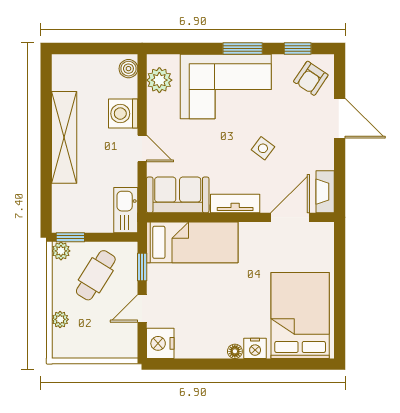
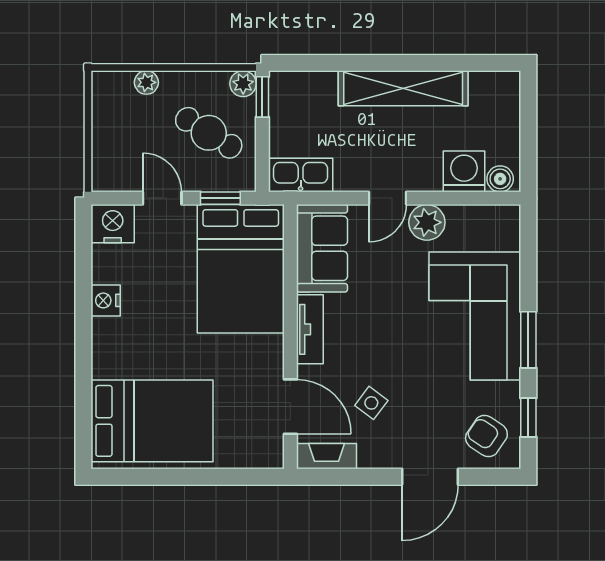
plant: (159, 80) -> (427, 222), moved
washing machine: (123, 114) -> (464, 171), moved
side table: (263, 148) -> (371, 403), moved
bed: (192, 242) -> (241, 269), width x1.50
nightstand: (255, 348) -> (106, 300), moved
floor lamp: (235, 351) -> (101, 329), removed

